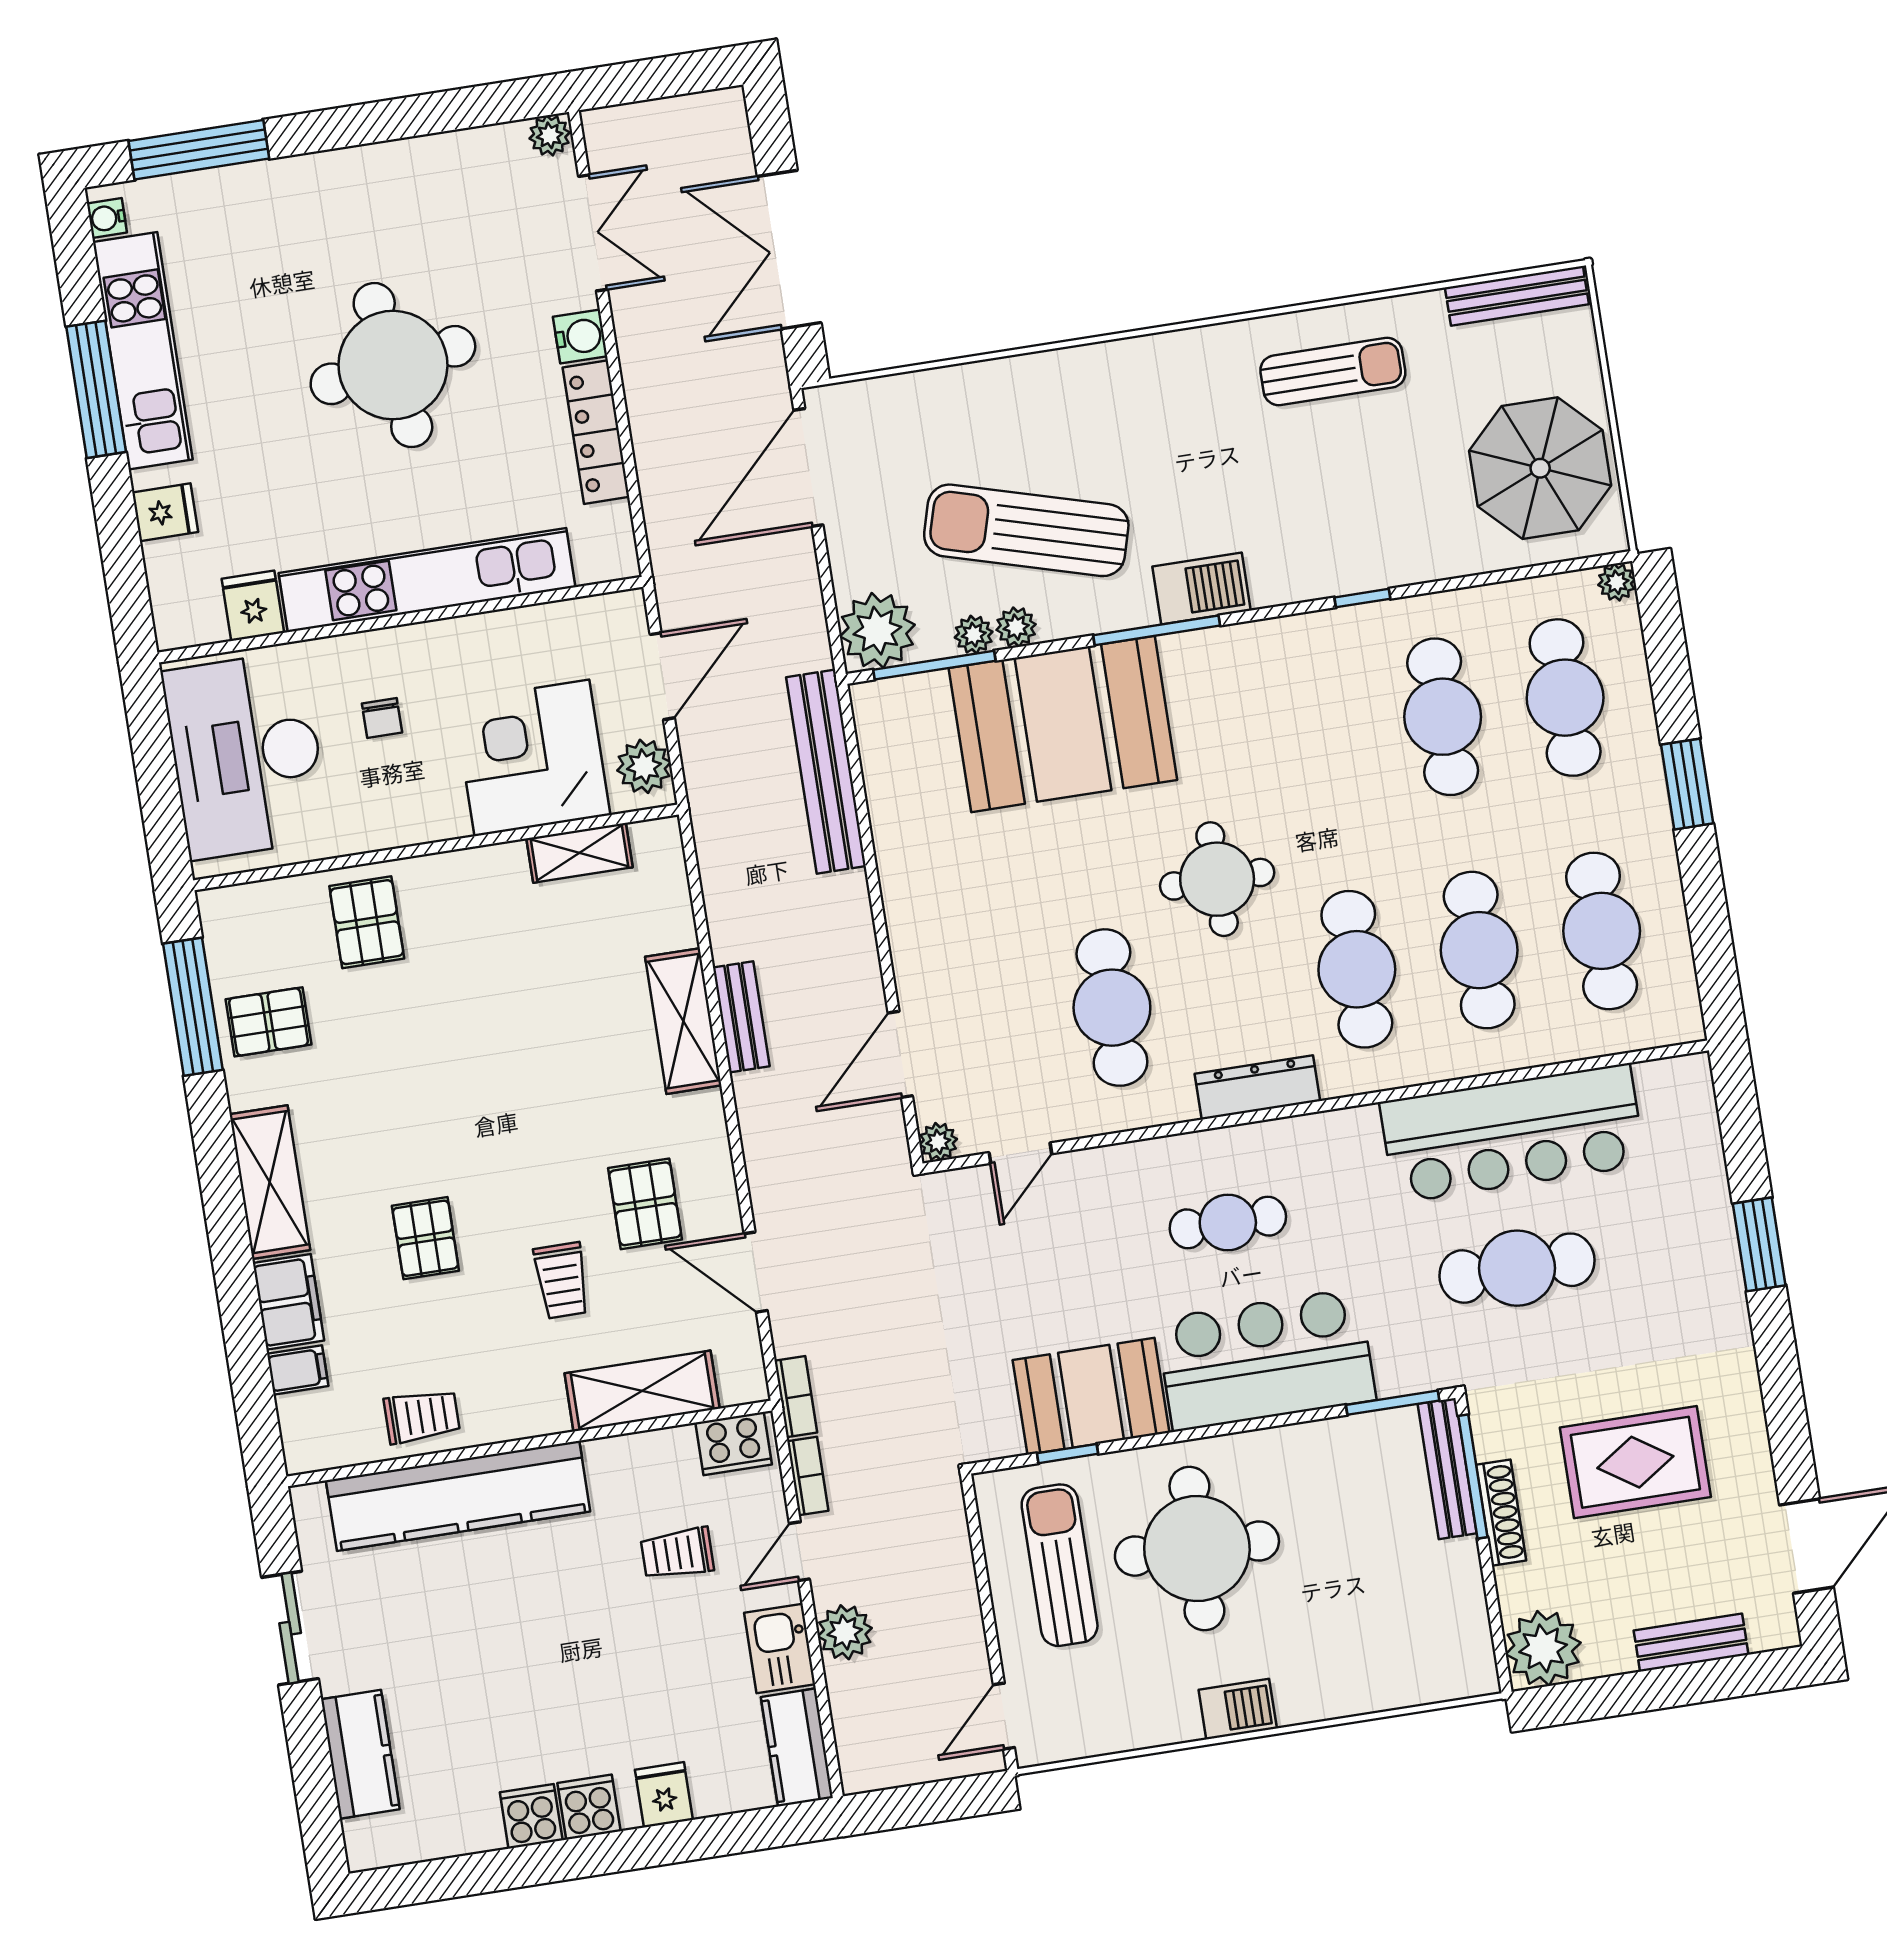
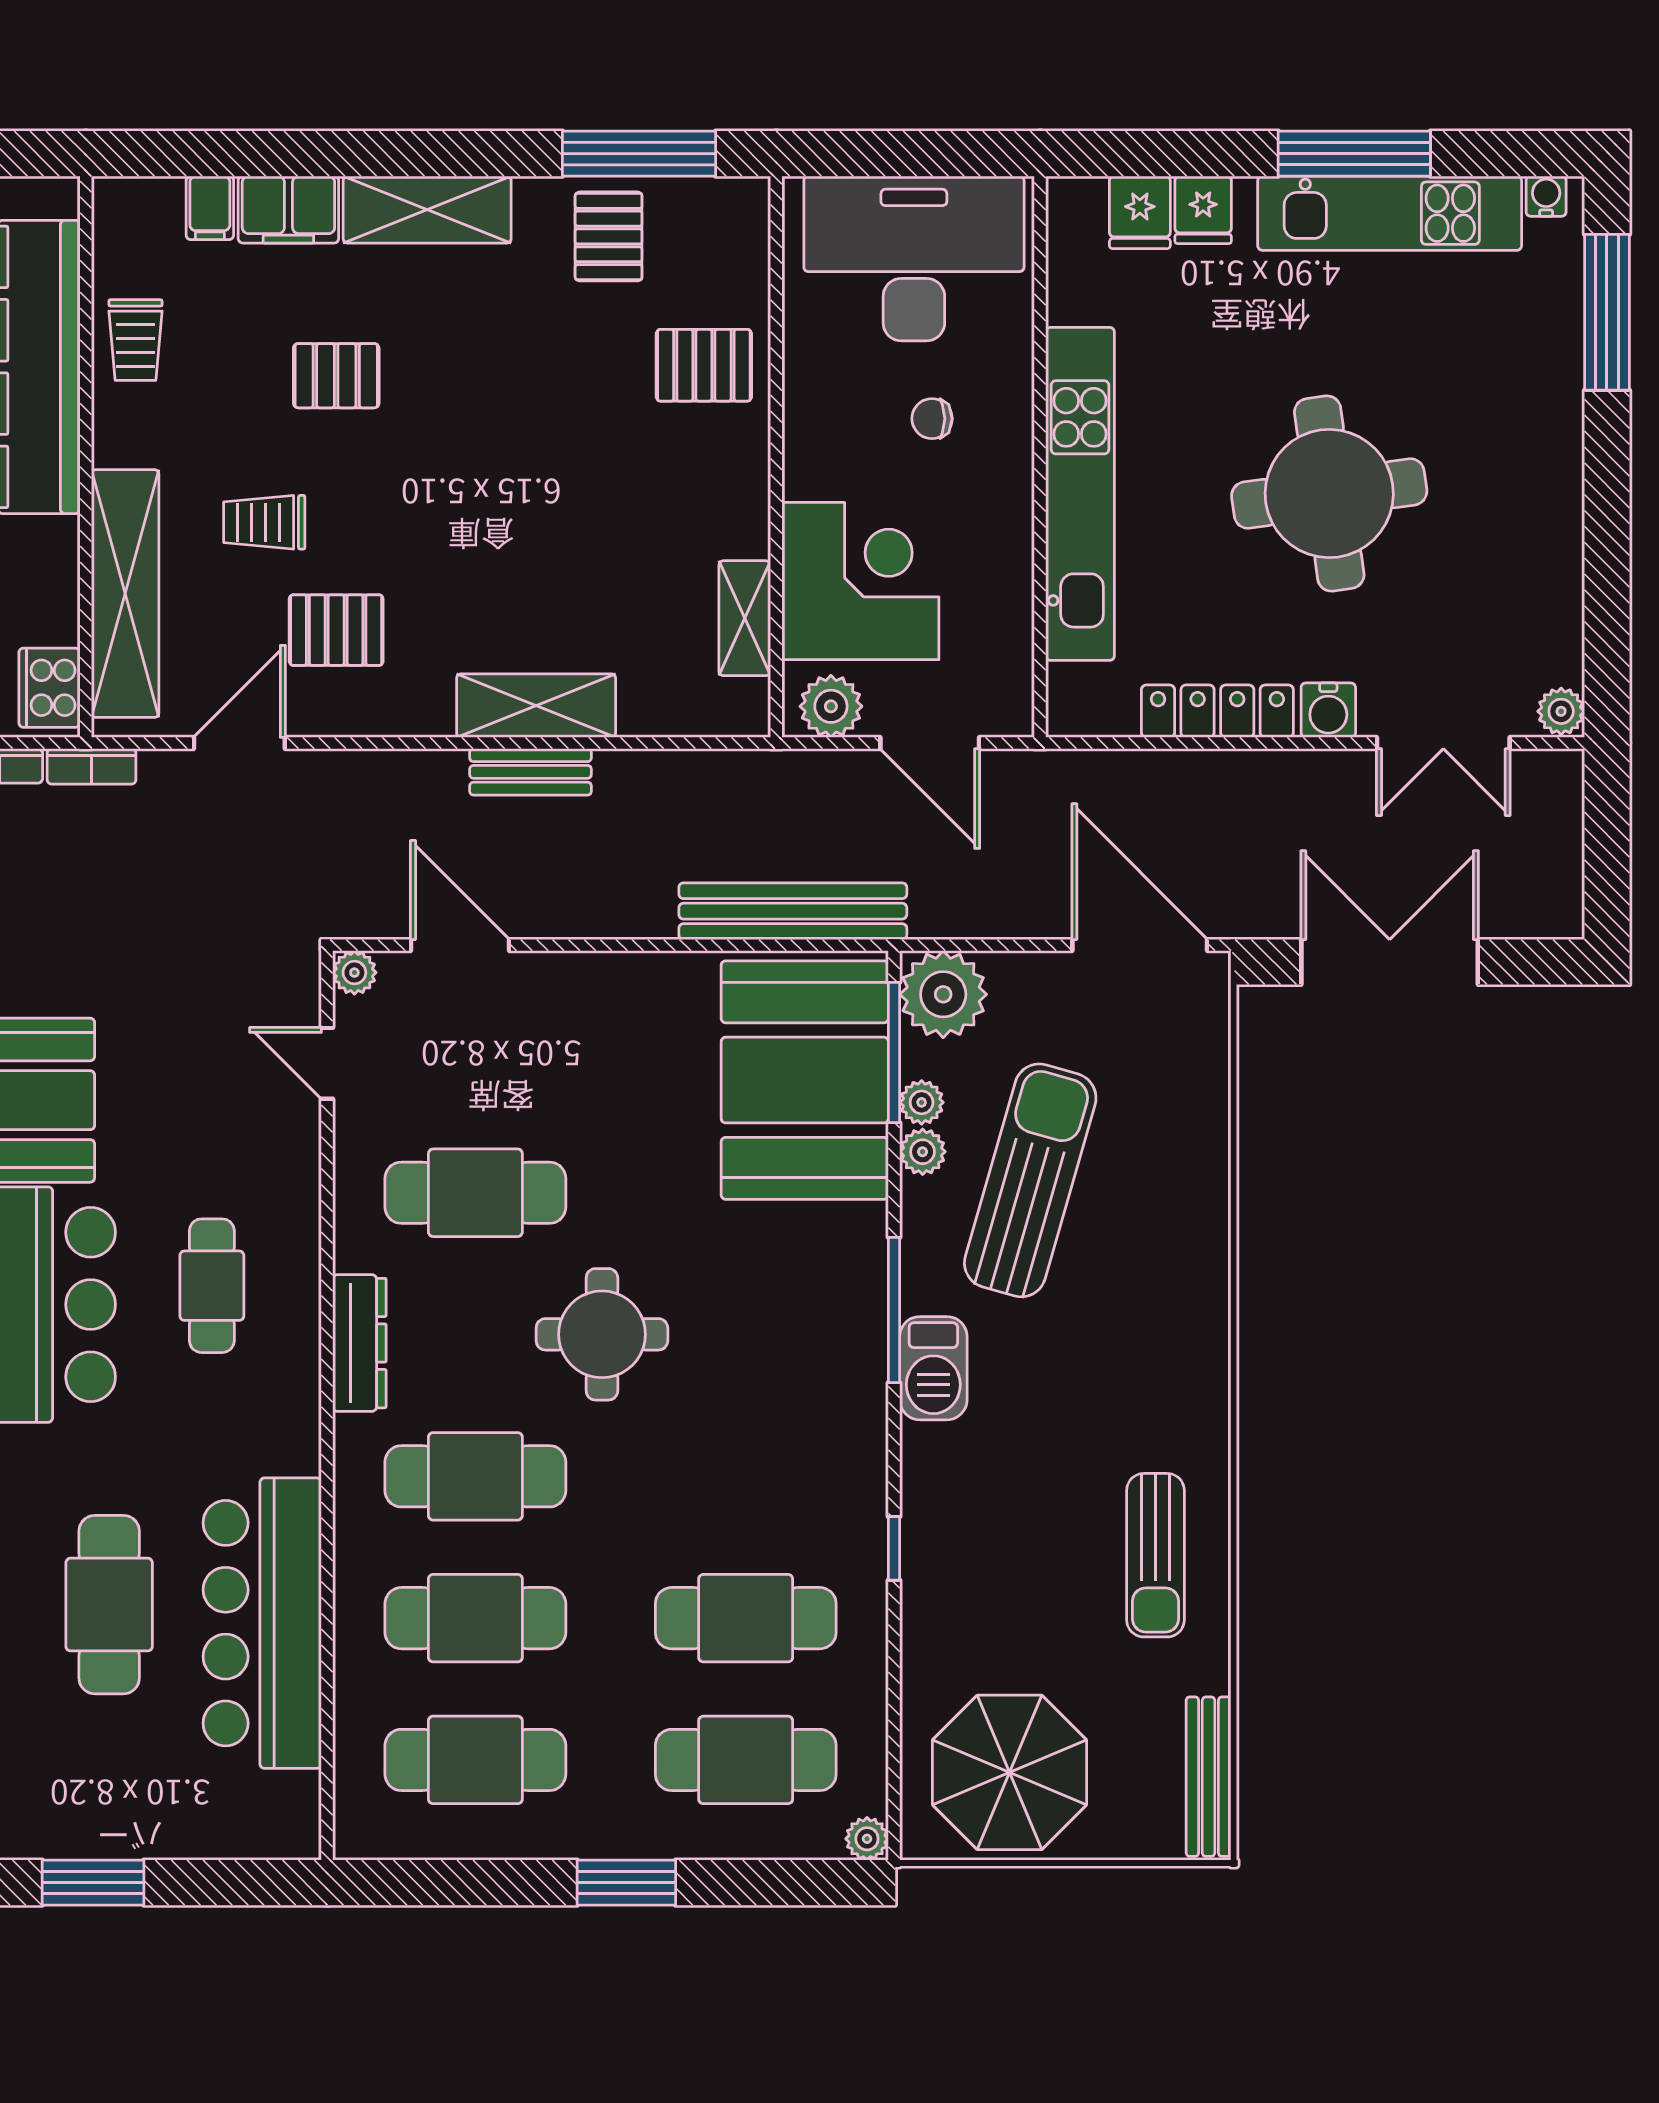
fridge: (253, 606) -> (1140, 212), moved, turned 90
booth: (1063, 724) -> (805, 1080), moved
shelving: (642, 1391) -> (125, 594), width x1.47

